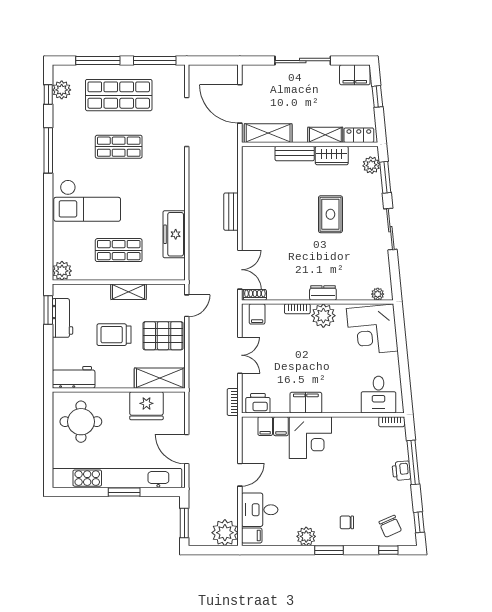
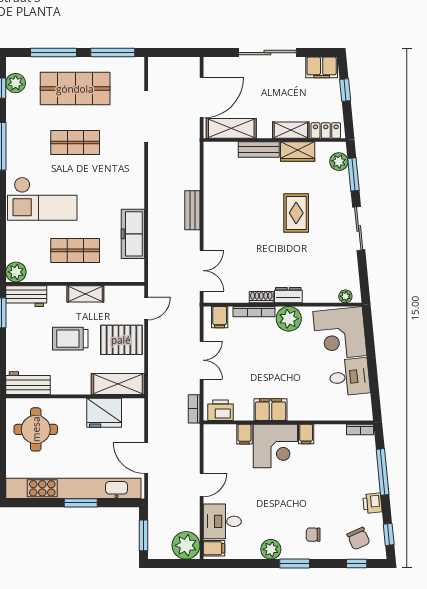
door: (240, 104) -> (202, 98), swing flipped
shoe rack: (255, 295) -> (261, 297), moved
bookcase: (297, 309) -> (254, 312), width x1.56
workbench: (62, 318) -> (26, 296), moved, turned 90
desk: (378, 395) -> (349, 377), moved, turned -96
filing cabinet: (265, 426) -> (306, 434), moved
printer: (401, 471) -> (372, 503), moved

